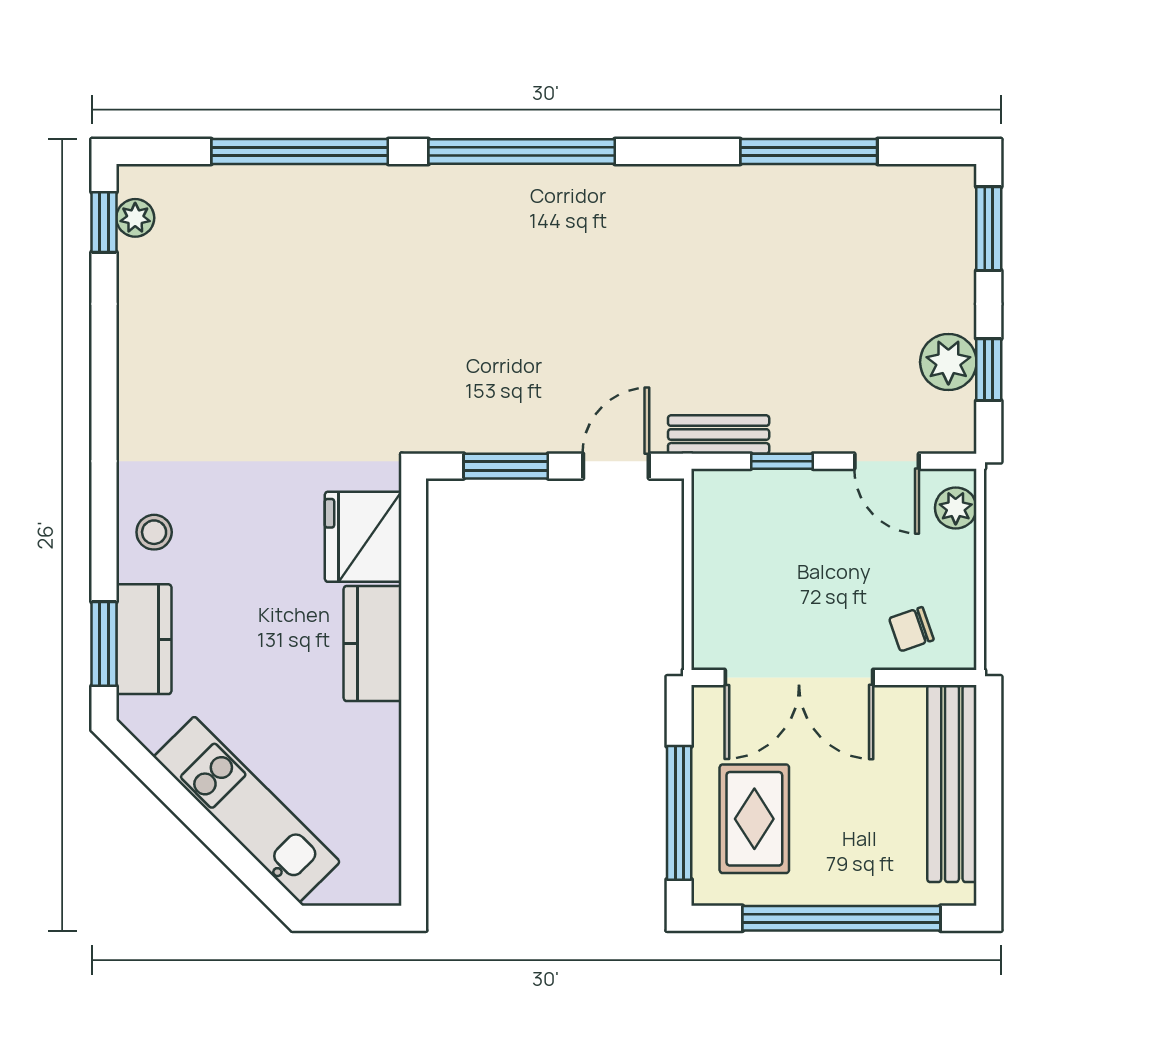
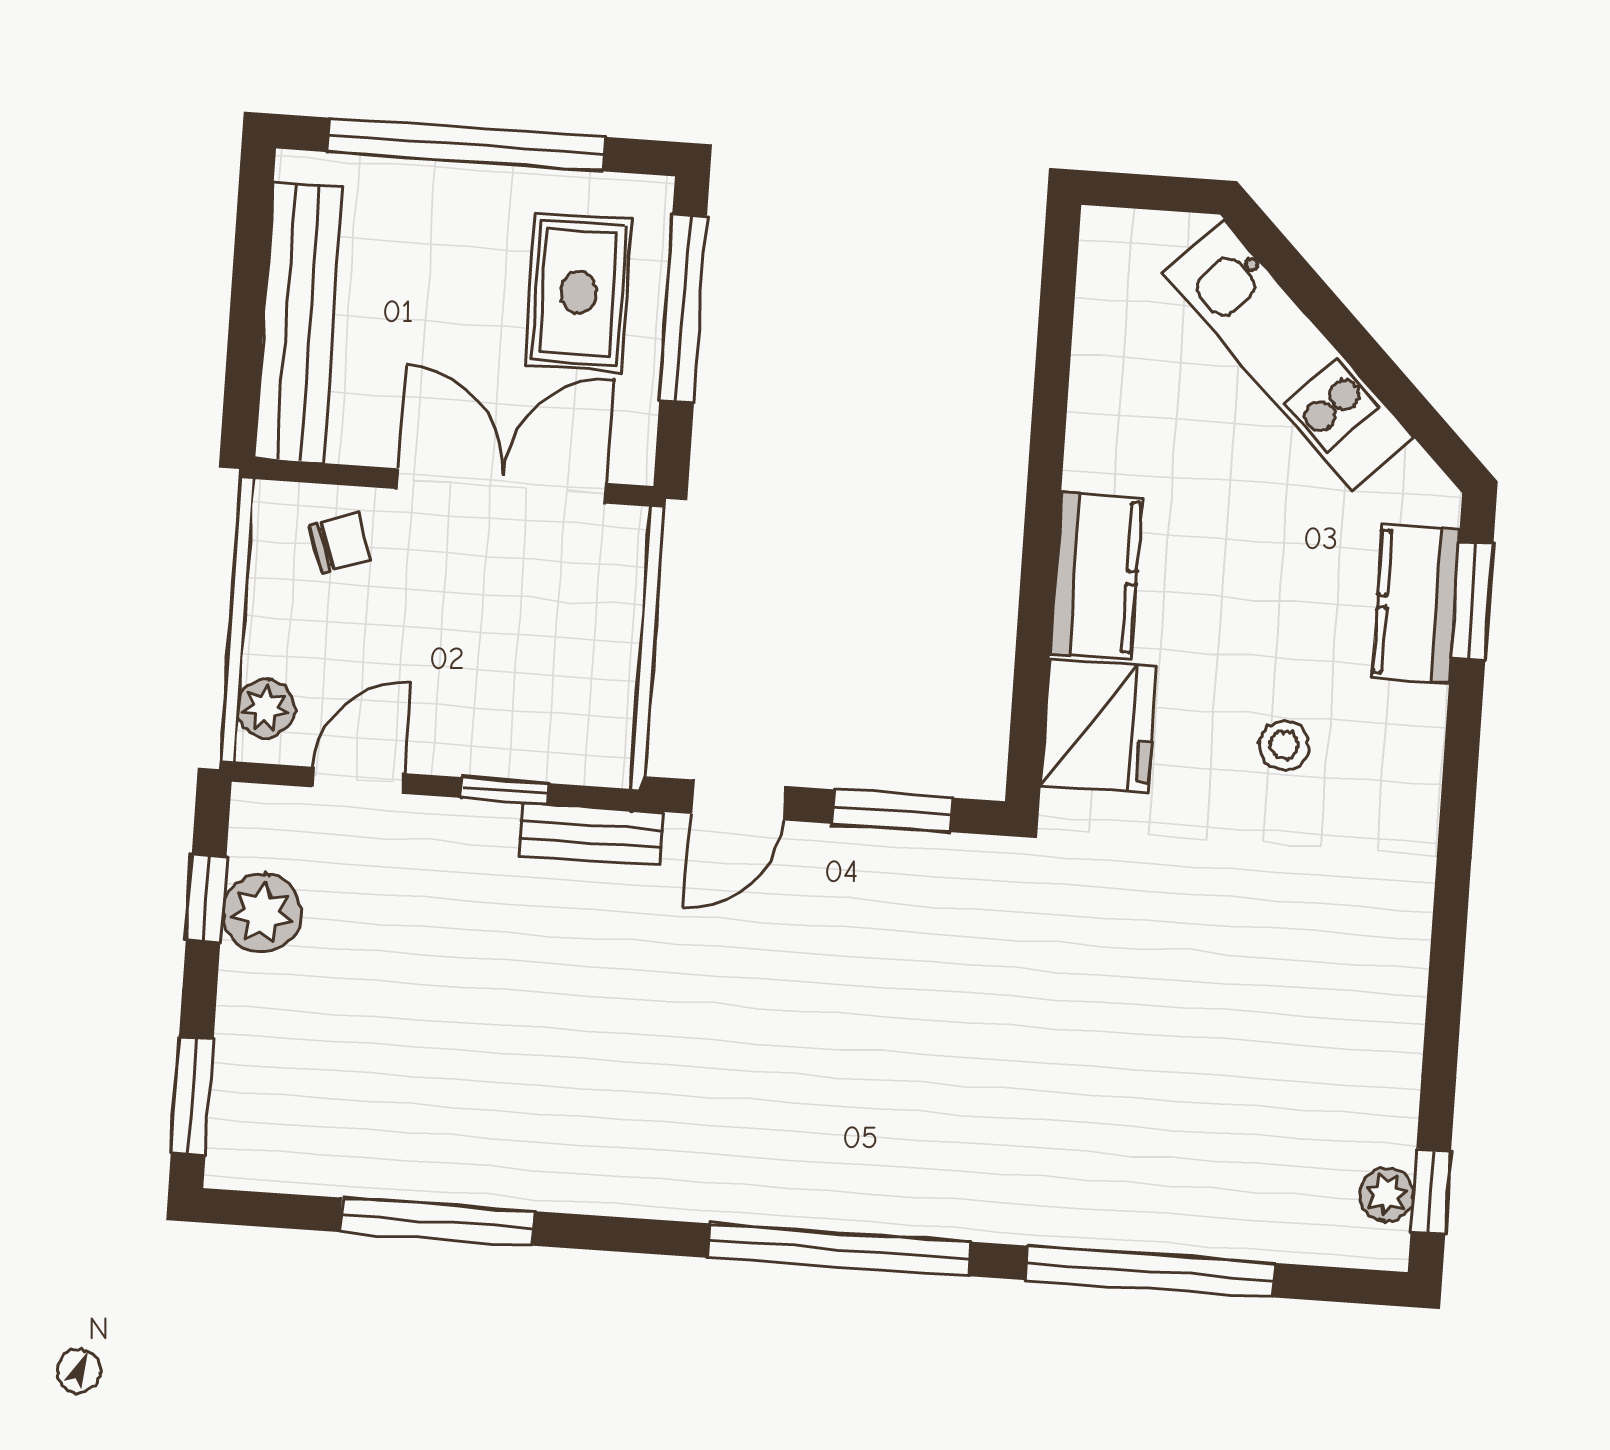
door: (887, 461) -> (358, 780), hinge flipped
stool: (154, 532) -> (1284, 745), moved

